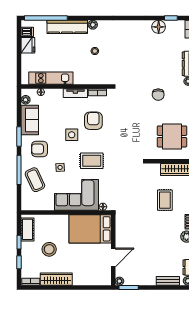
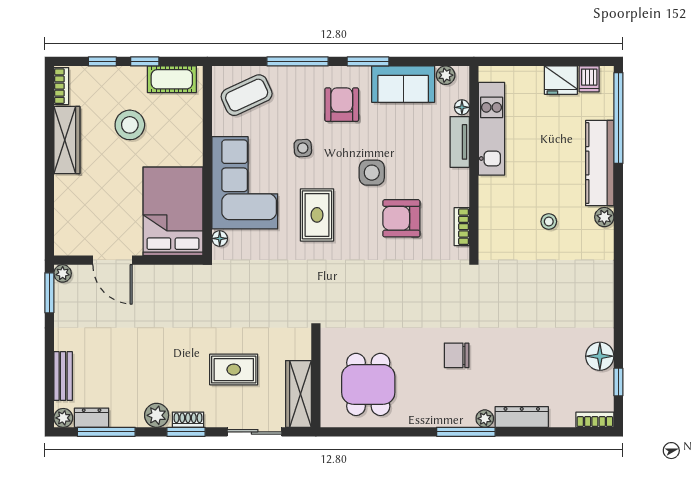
tv unit: (75, 93) -> (460, 142), moved
armchair: (93, 121) -> (401, 218), turned 180
coffee table: (35, 180) -> (247, 95), moved

